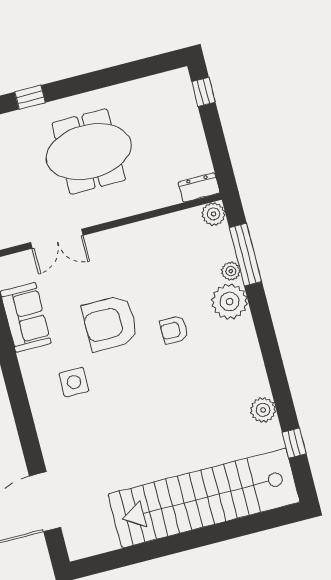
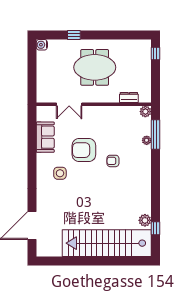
dresser: (199, 187) -> (129, 97), moved
plant: (230, 302) -> (142, 154), removed
plant: (263, 410) -> (145, 220), moved

